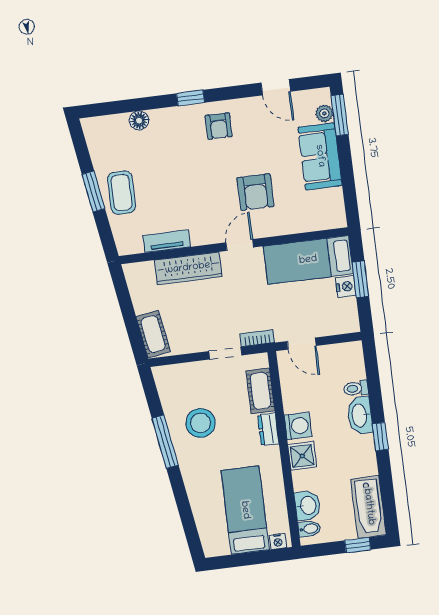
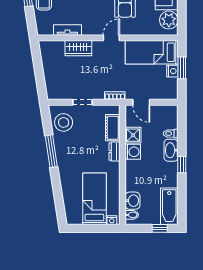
plant: (329, 204) -> (169, 20), added
wardrobe: (188, 268) -> (78, 48), width x0.67
cot: (153, 334) -> (52, 85), removed
doorway: (225, 353) -> (82, 102), moved
stool: (201, 423) -> (64, 122), moved
shower: (302, 456) -> (133, 135), moved

